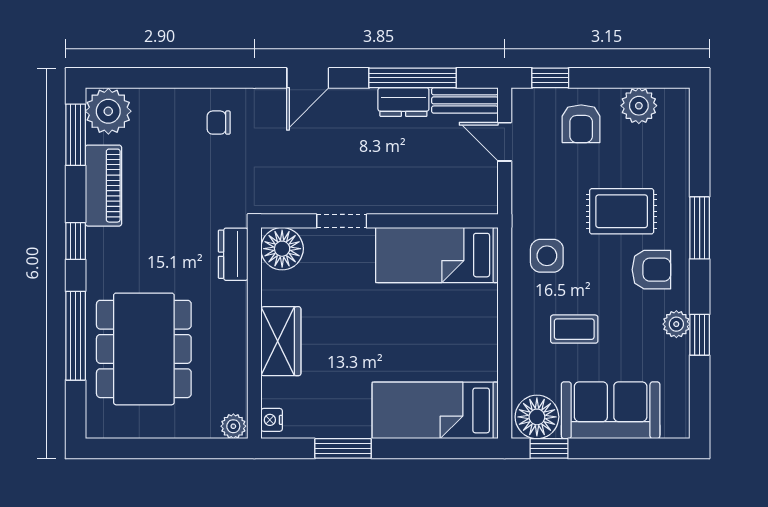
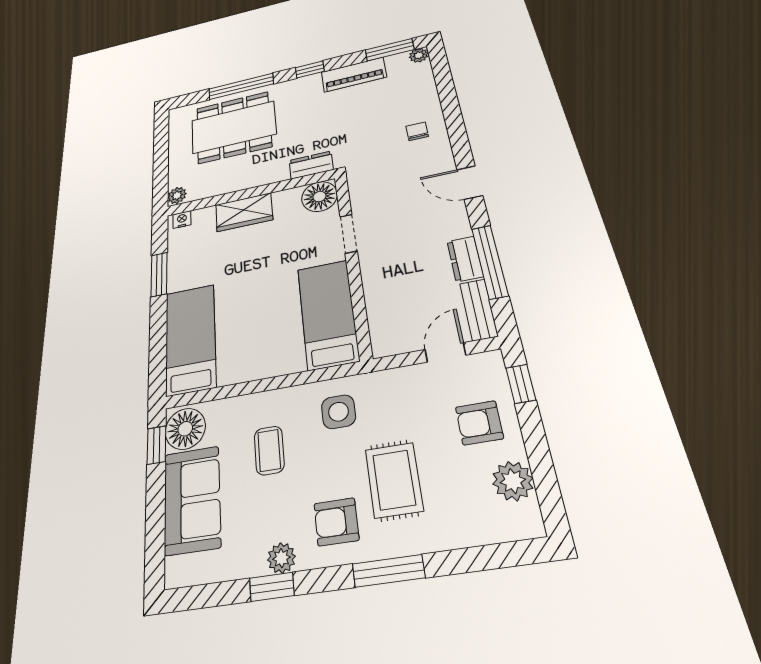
plant: (108, 111) -> (419, 55), width x0.53, depth x0.53
armchair: (651, 270) -> (336, 522), turned 90

